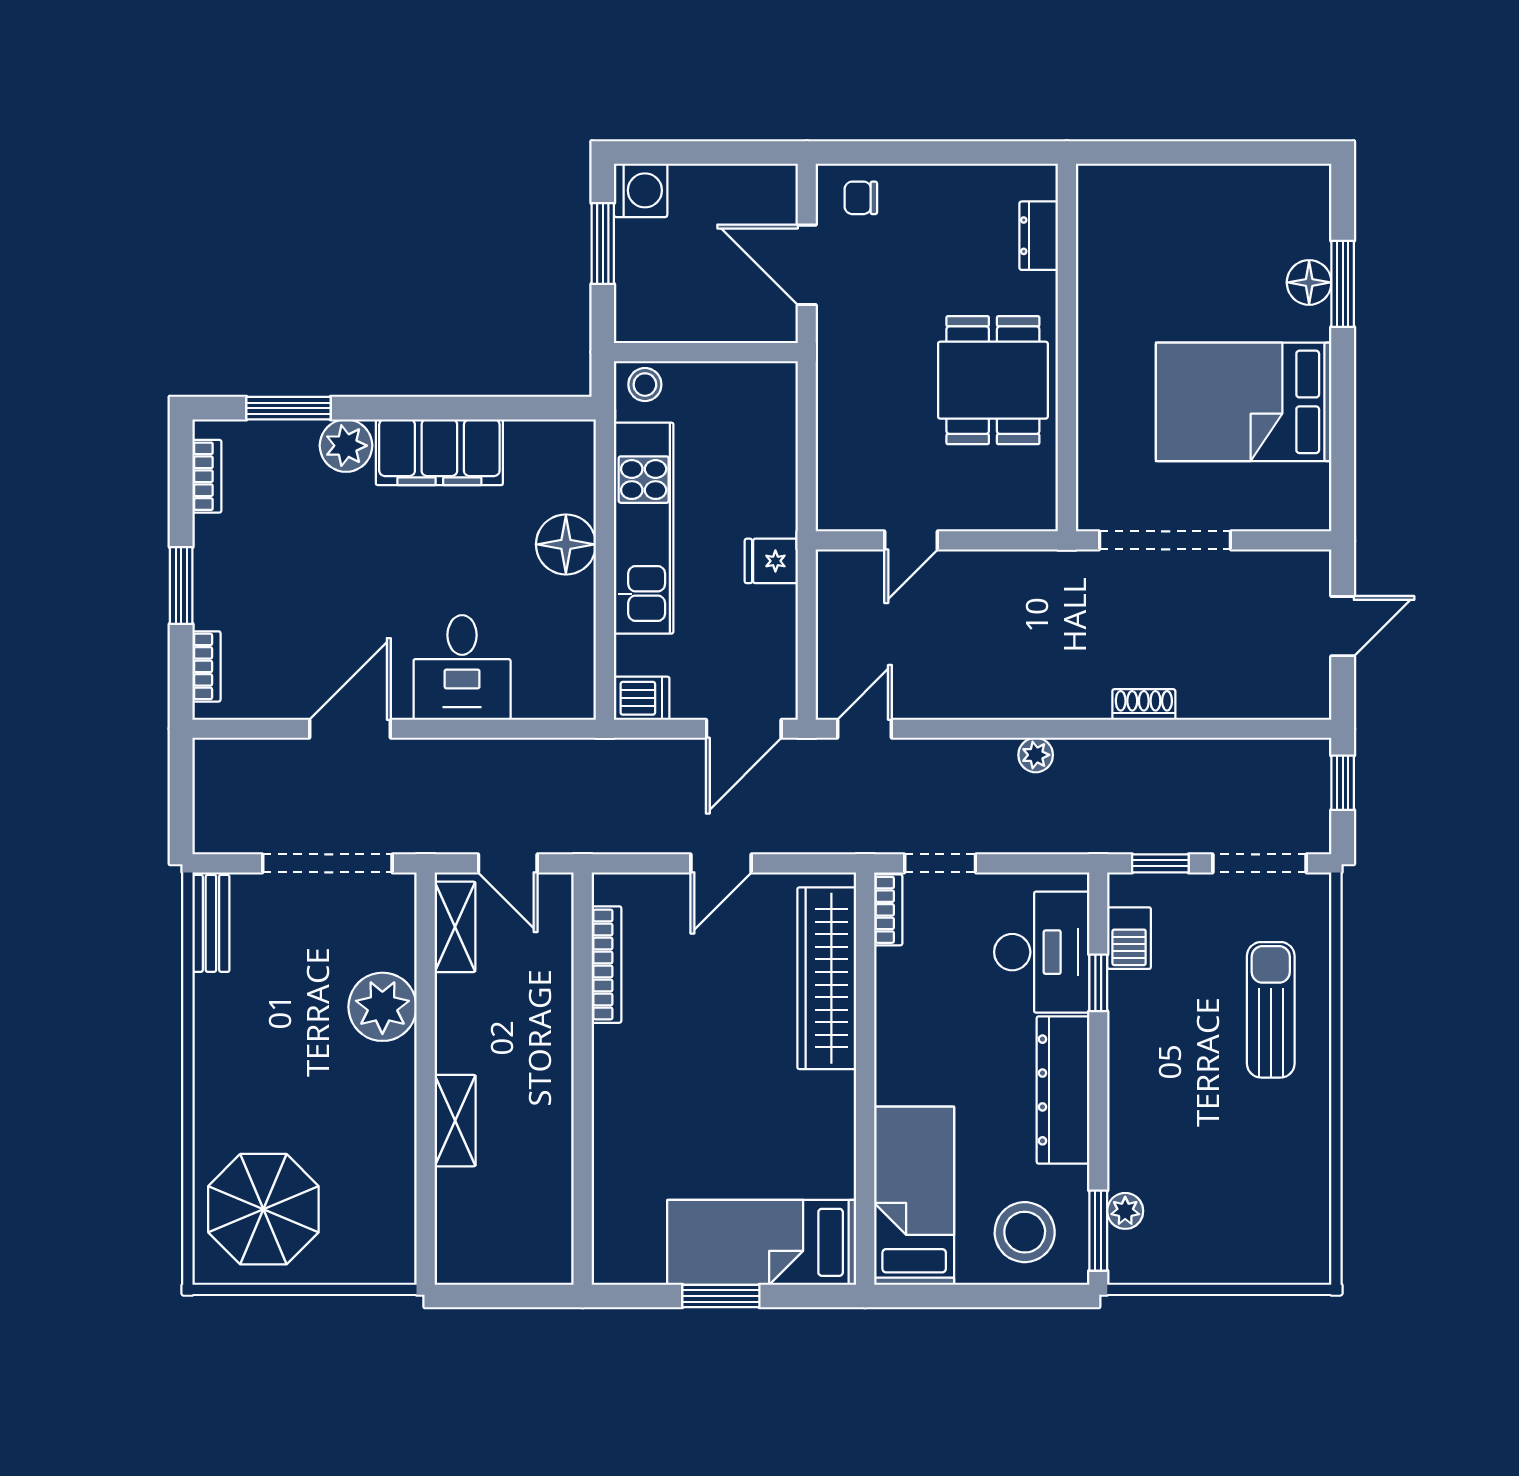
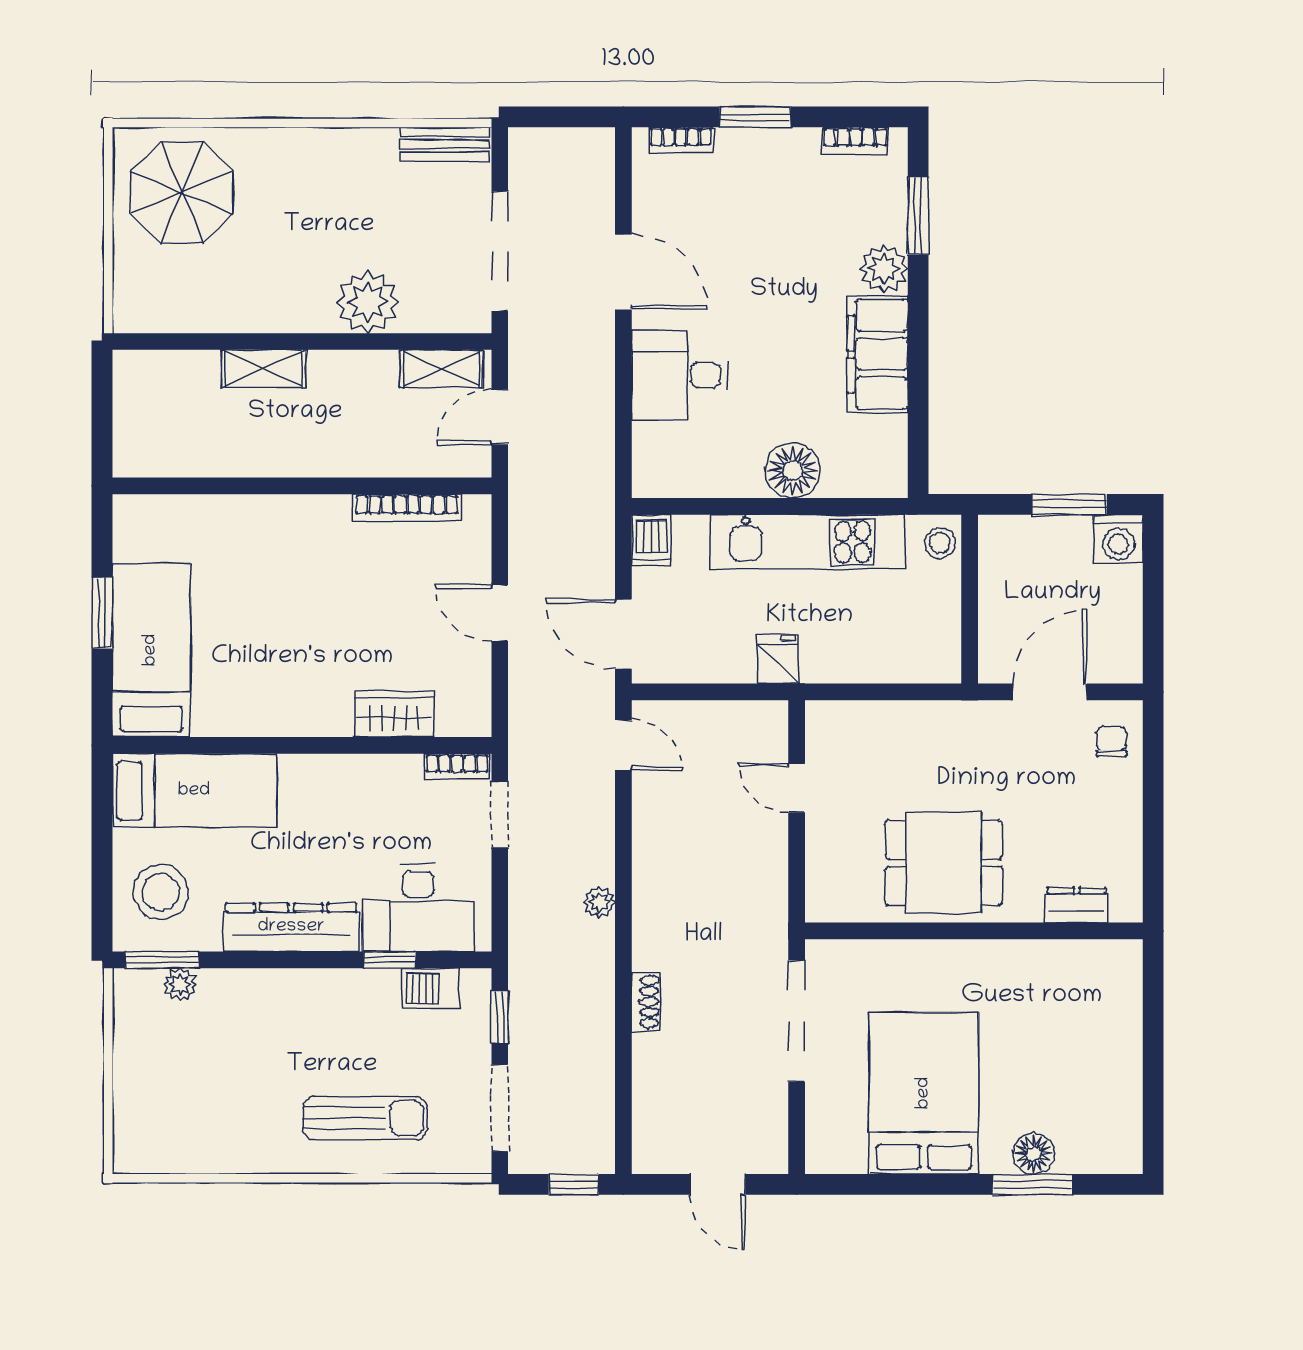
wardrobe: (827, 978) -> (394, 714), width x0.48, depth x0.85

